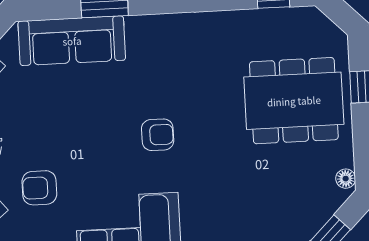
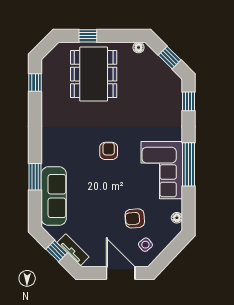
armchair: (39, 188) -> (135, 218), turned 86

